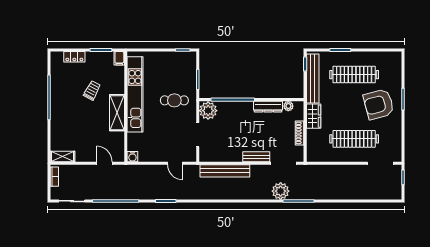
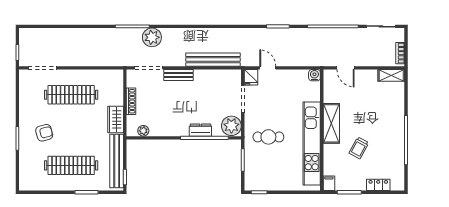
armchair: (379, 104) -> (44, 133), width x0.53, depth x0.53
dresser: (268, 107) -> (200, 130), moved, width x0.70
fridge: (190, 155) -> (251, 77), added

